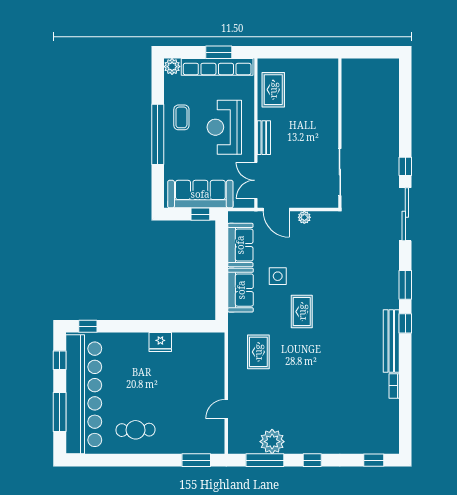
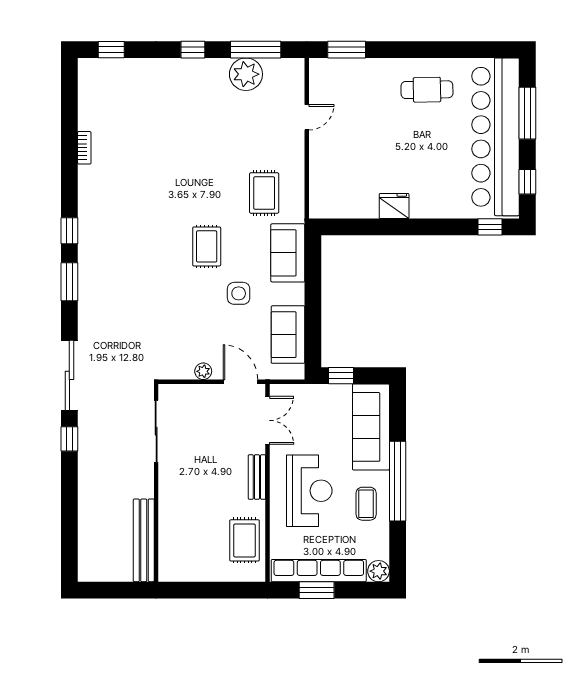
sofa: (200, 194) -> (371, 427), moved, turned 90
sofa: (241, 290) -> (288, 253), moved
bench: (391, 341) -> (144, 540), moved

